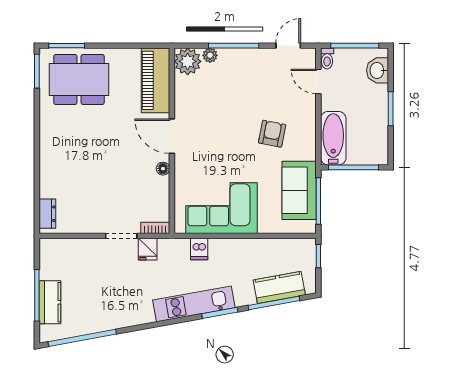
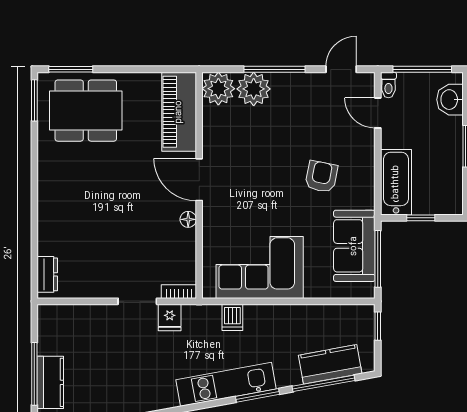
plant: (210, 55) -> (254, 89), width x1.87, depth x1.87
window: (354, 167) -> (421, 218), width x0.46

